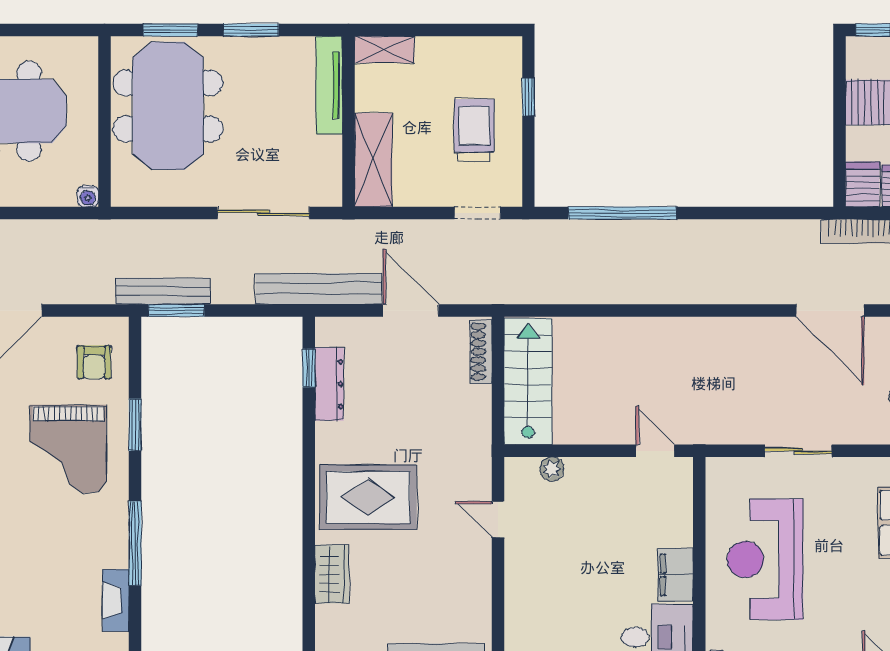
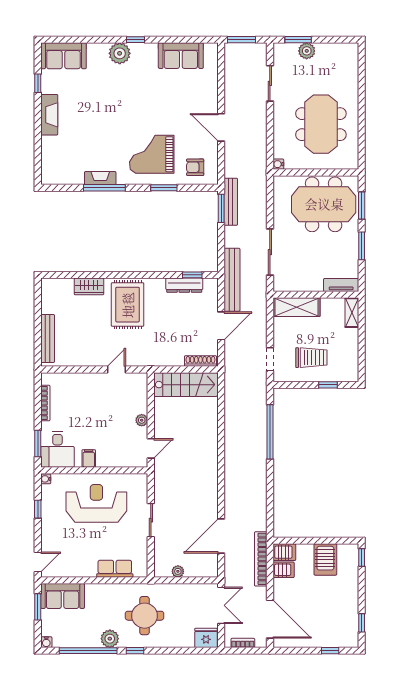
tv unit: (329, 85) -> (341, 285), width x0.71
plant: (552, 469) -> (142, 420), moved
filing cabinet: (675, 575) -> (89, 458), width x0.50
fireplace: (116, 600) -> (100, 178), moved

